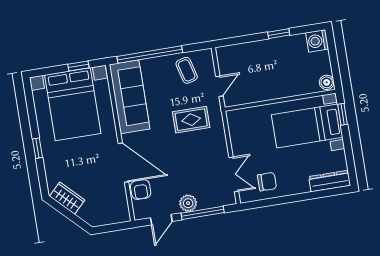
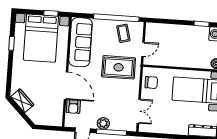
window: (279, 34) -> (202, 24), moved
window: (150, 55) -> (116, 18), moved
rug: (191, 120) -> (119, 67), width x1.36, depth x1.43
window: (38, 148) -> (12, 43), moved
chair: (267, 182) -> (151, 82), moved

